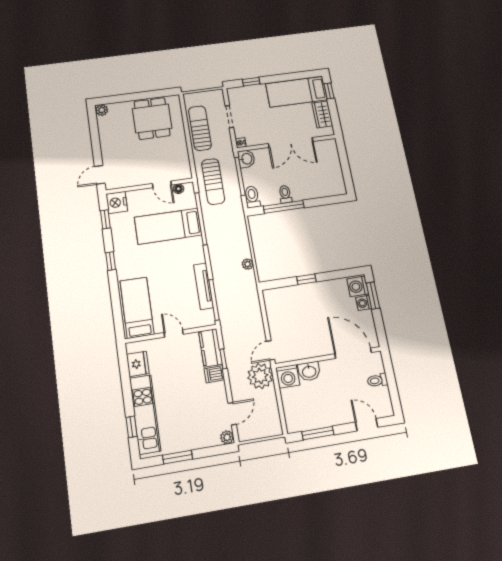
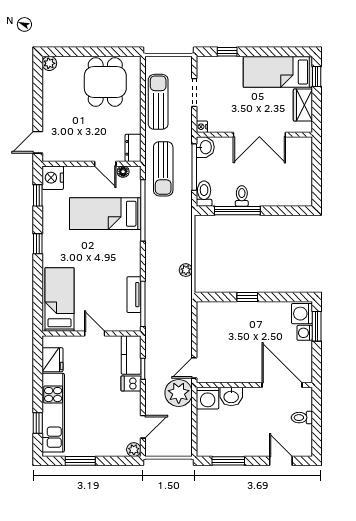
dresser: (184, 168) -> (133, 148), added
tv unit: (203, 286) -> (134, 295), width x0.71

